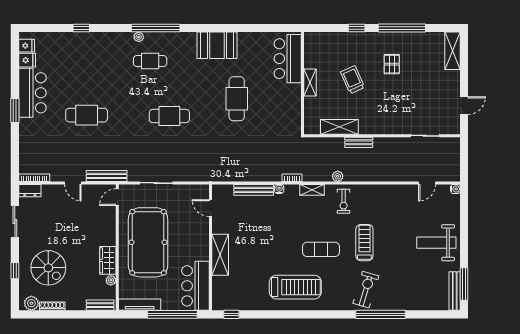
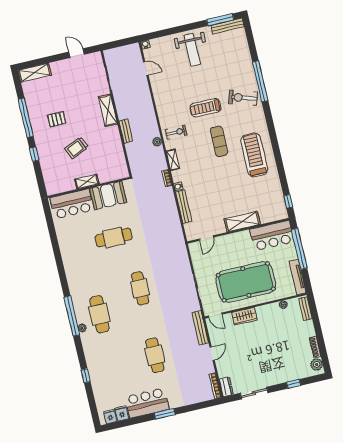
booth: (217, 45) -> (108, 195), moved, turned 90
cafe table: (150, 61) -> (99, 314), width x1.37, depth x1.35
shelving: (339, 127) -> (108, 110), moved
wardrobe: (108, 260) -> (244, 316), moved
spiral stairs: (48, 268) -> (285, 357), removed

